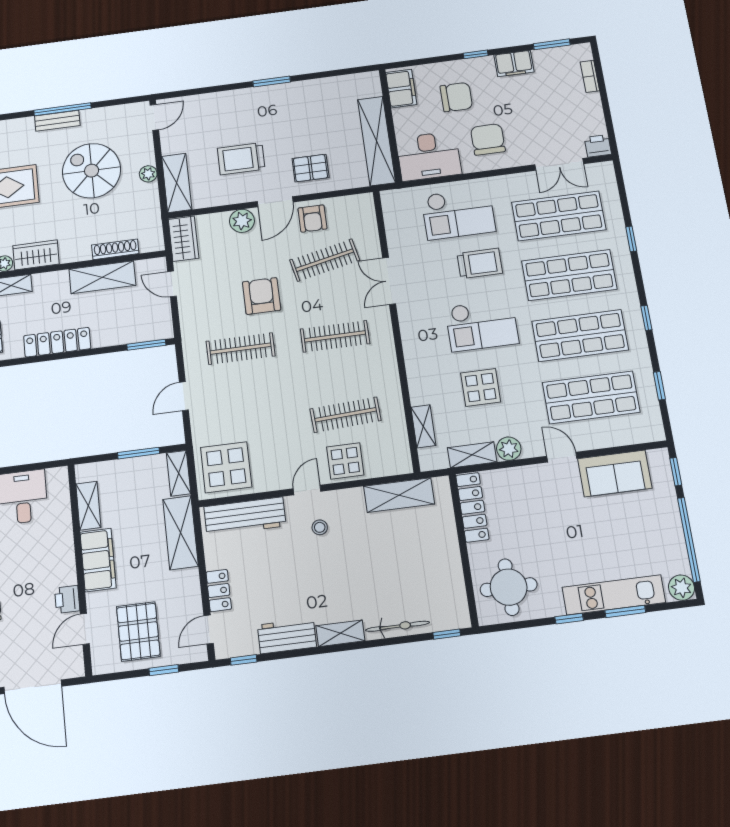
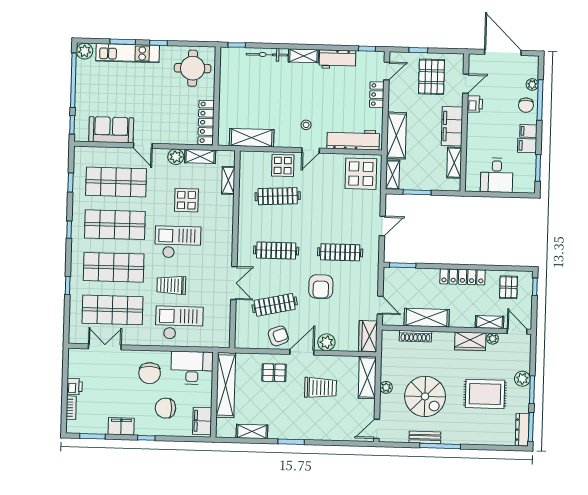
shelving: (329, 86) -> (252, 431), added
bench: (57, 121) -> (425, 437), moved
printer: (598, 146) -> (75, 387), moved, turned -90
armchair: (312, 219) -> (278, 336), turned 69

